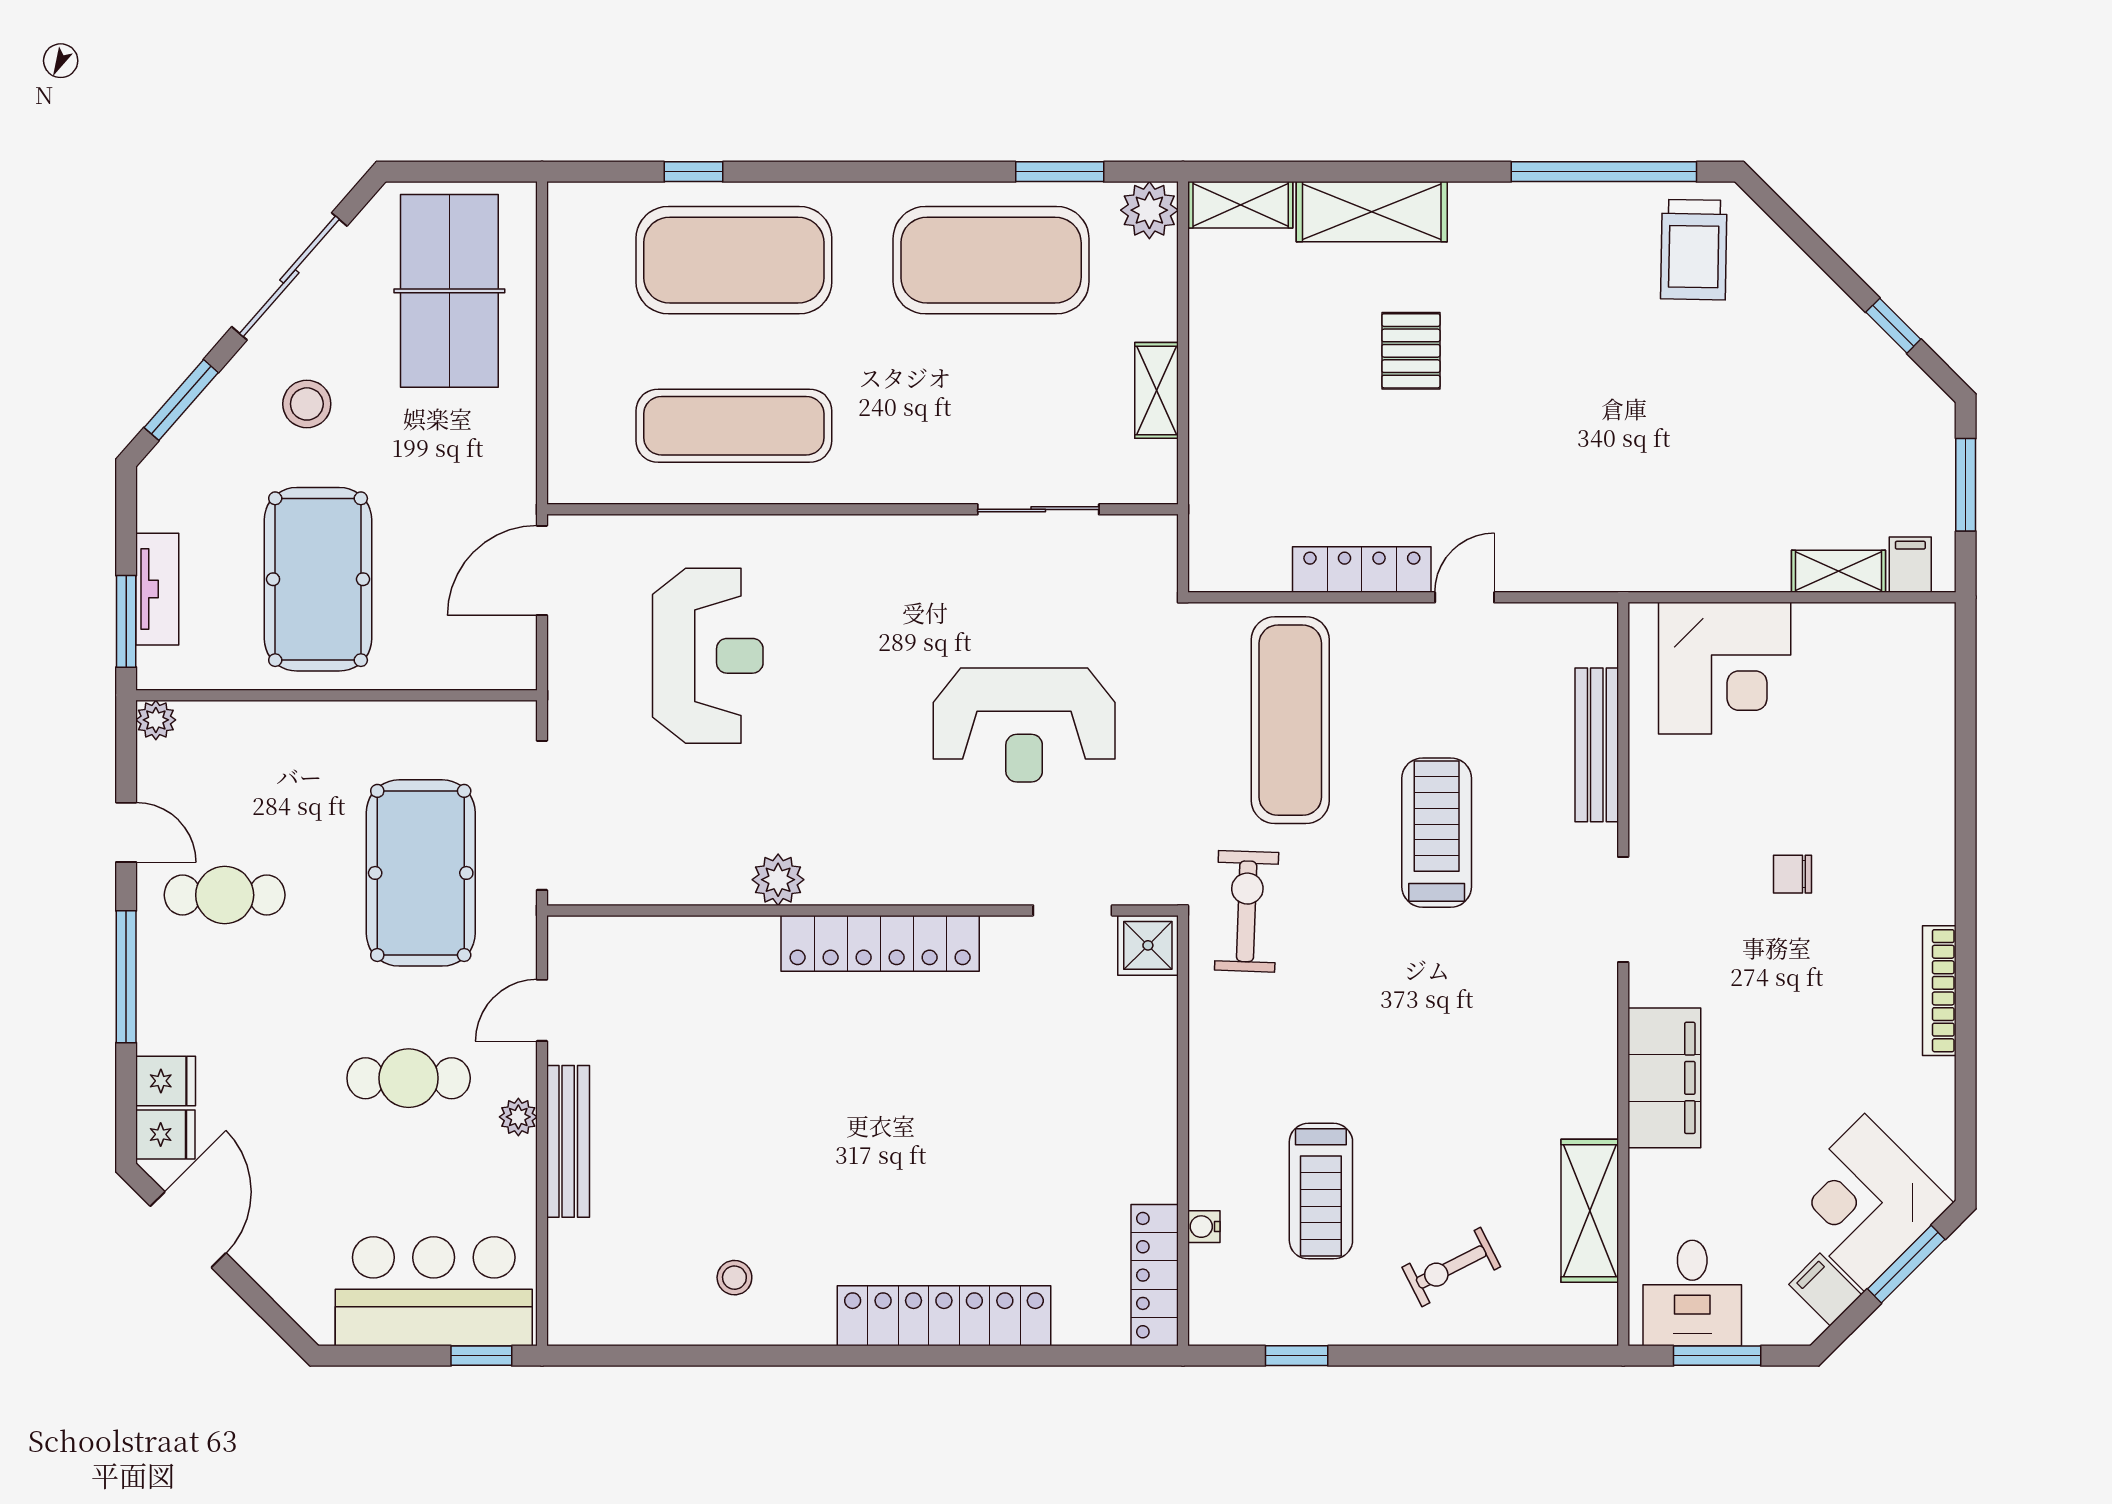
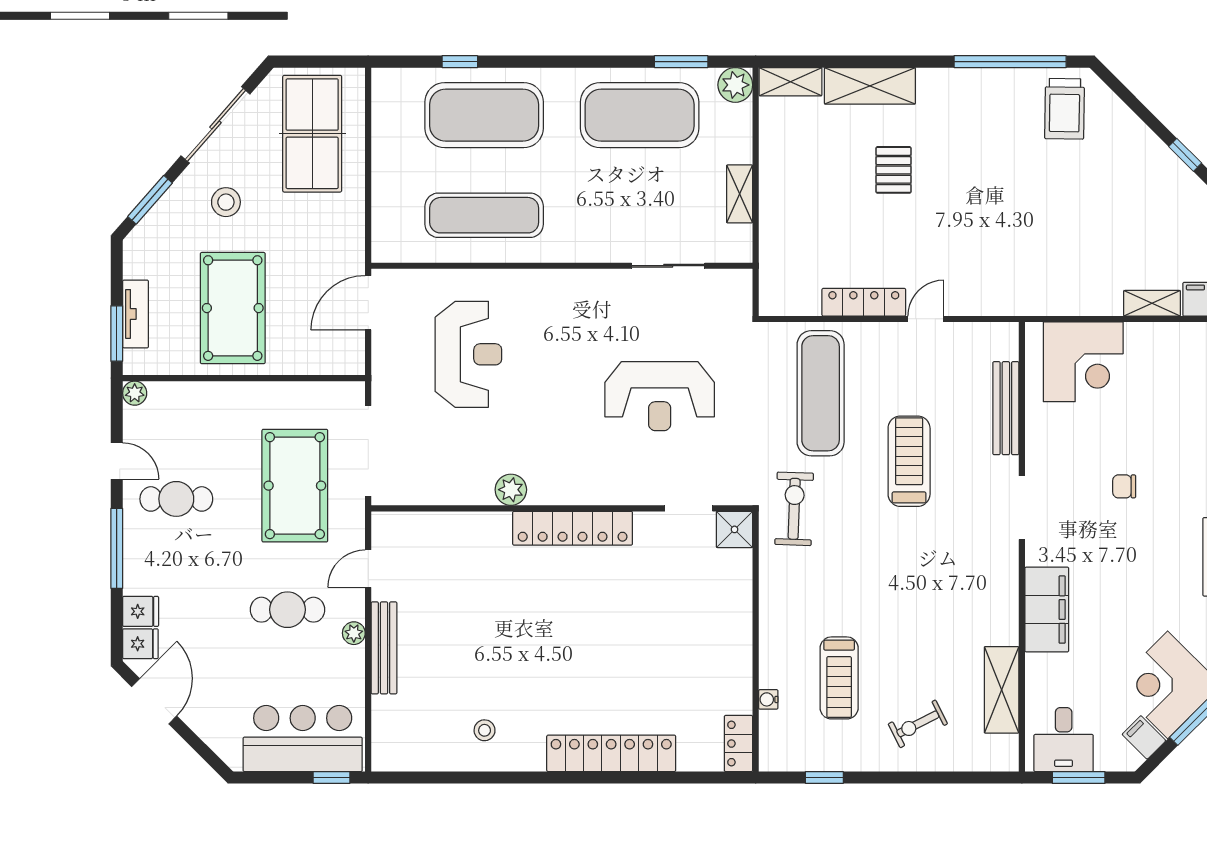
locker: (1155, 1275) -> (739, 744), width x0.66

